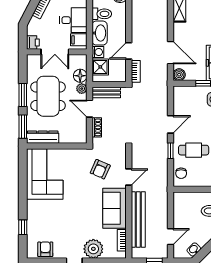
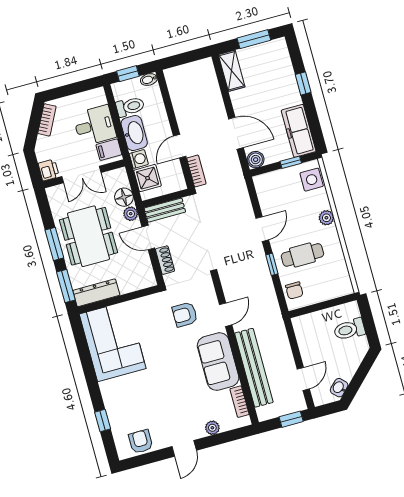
armchair: (100, 169) -> (185, 315), turned 66
plant: (93, 249) -> (212, 428), width x0.53, depth x0.53

